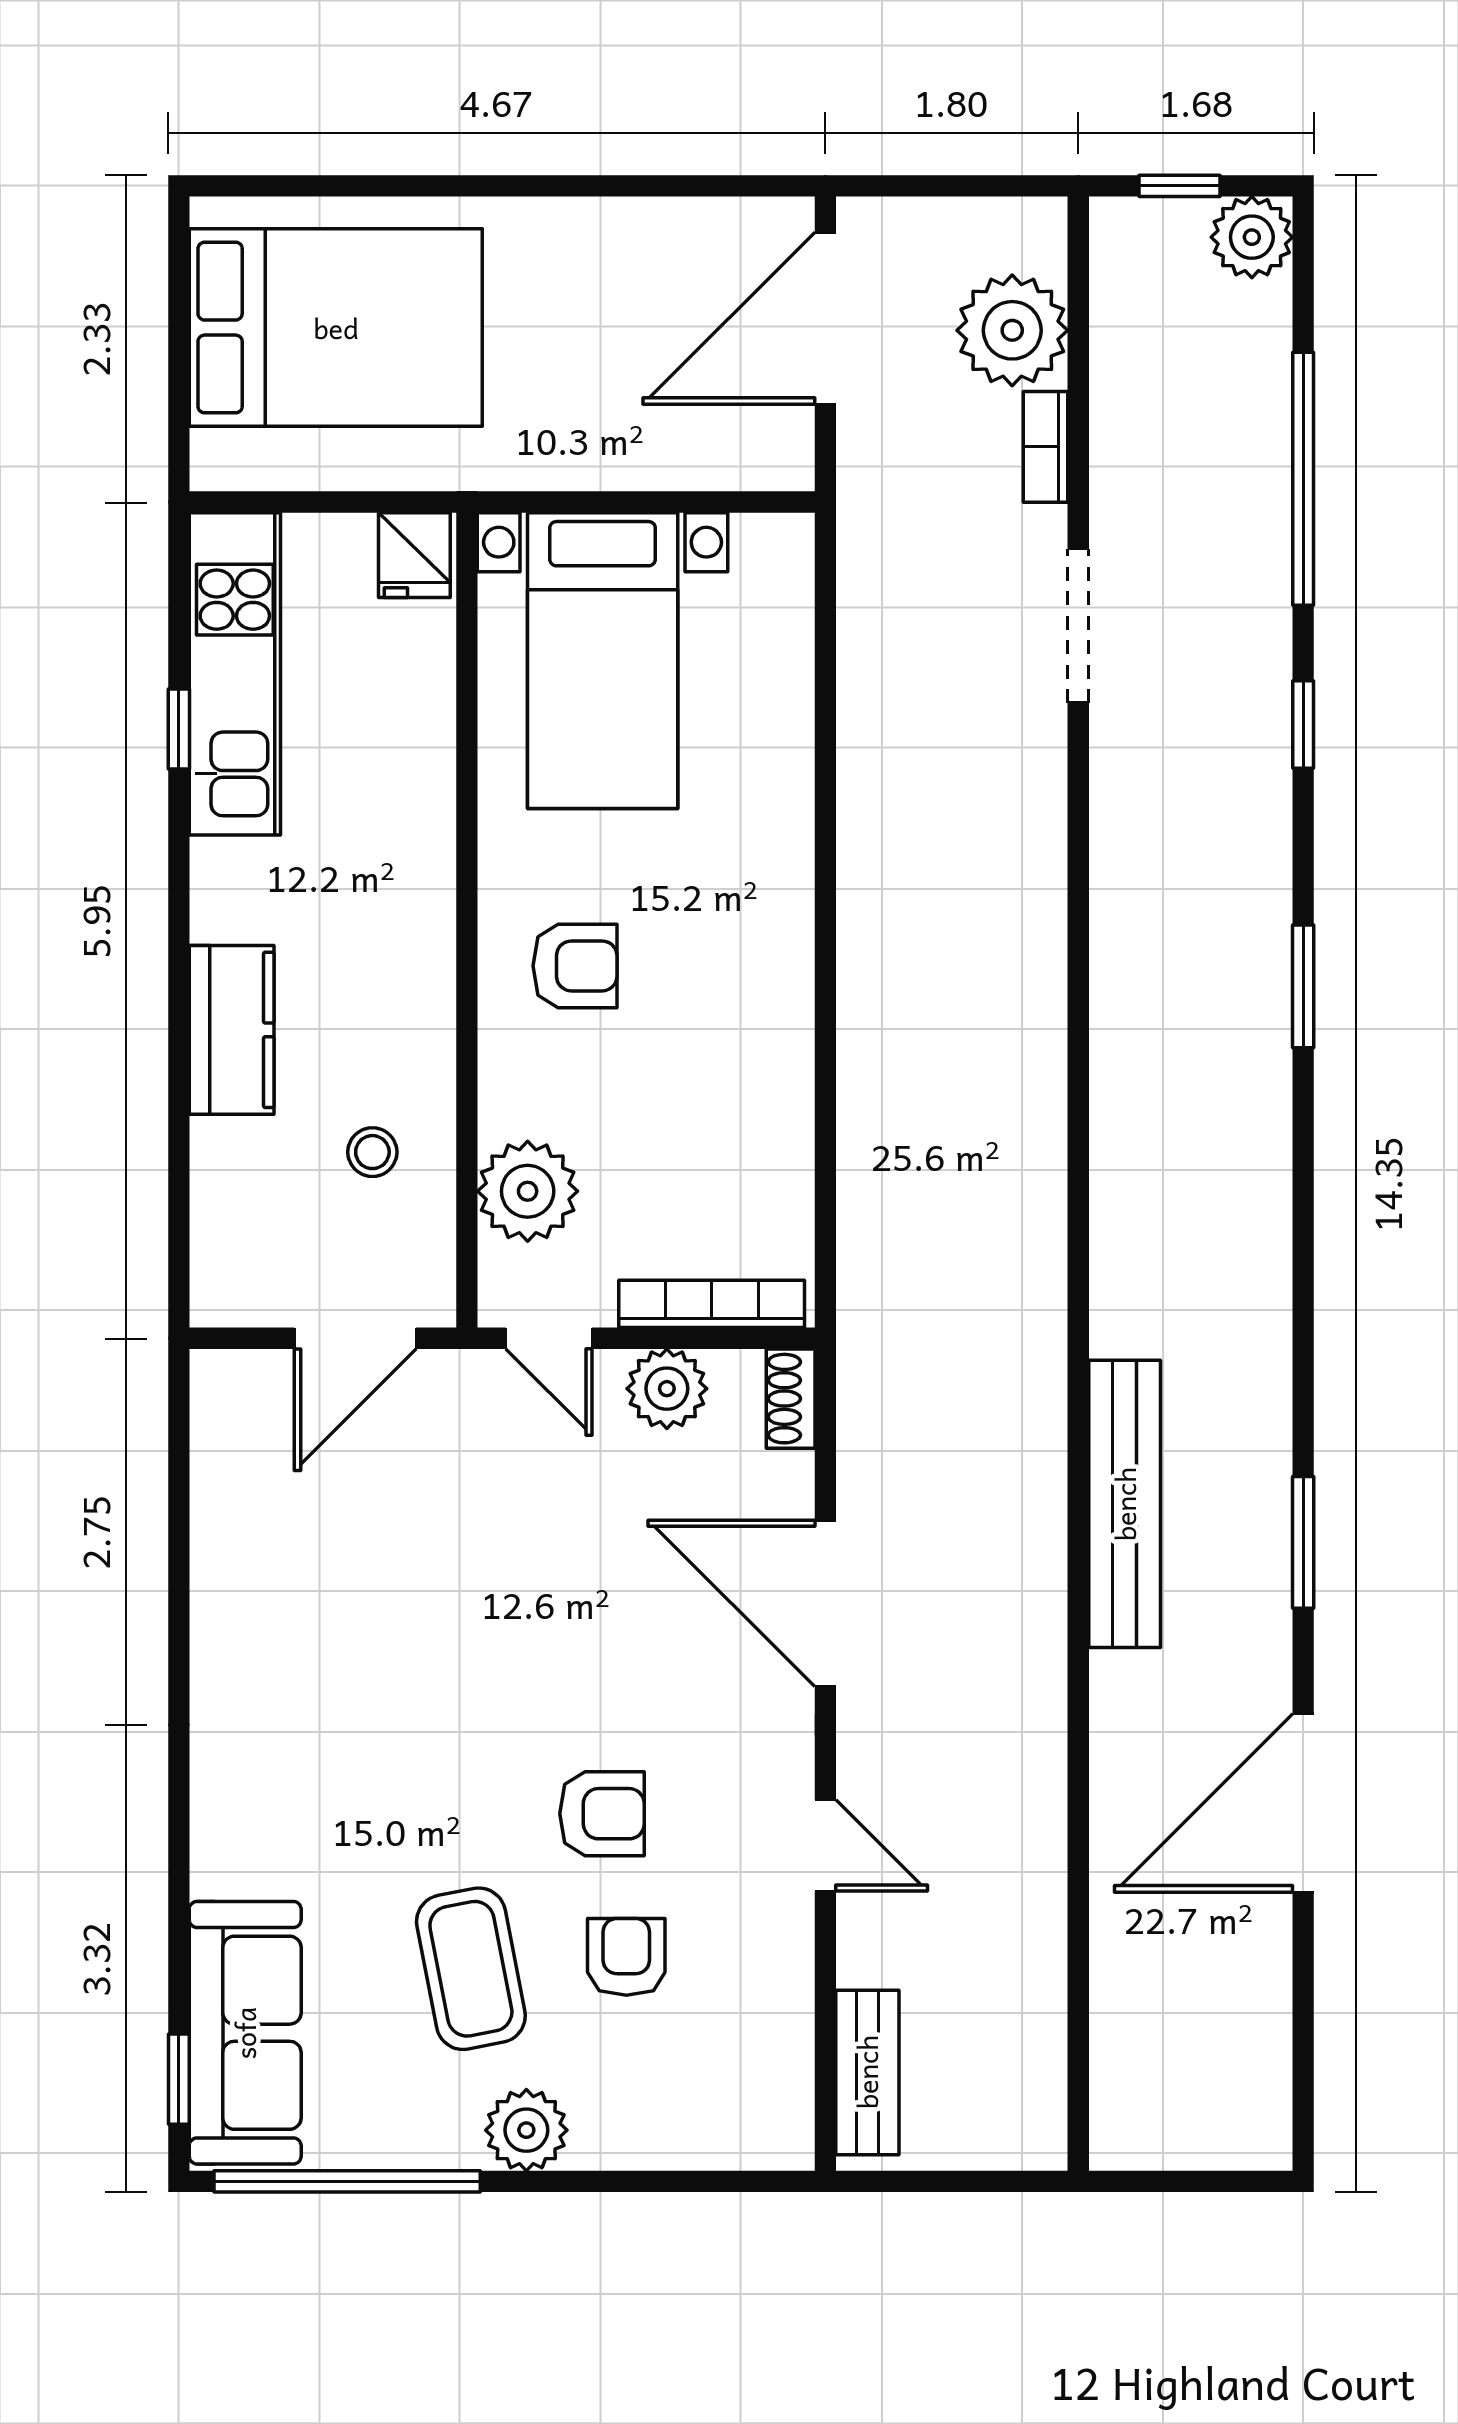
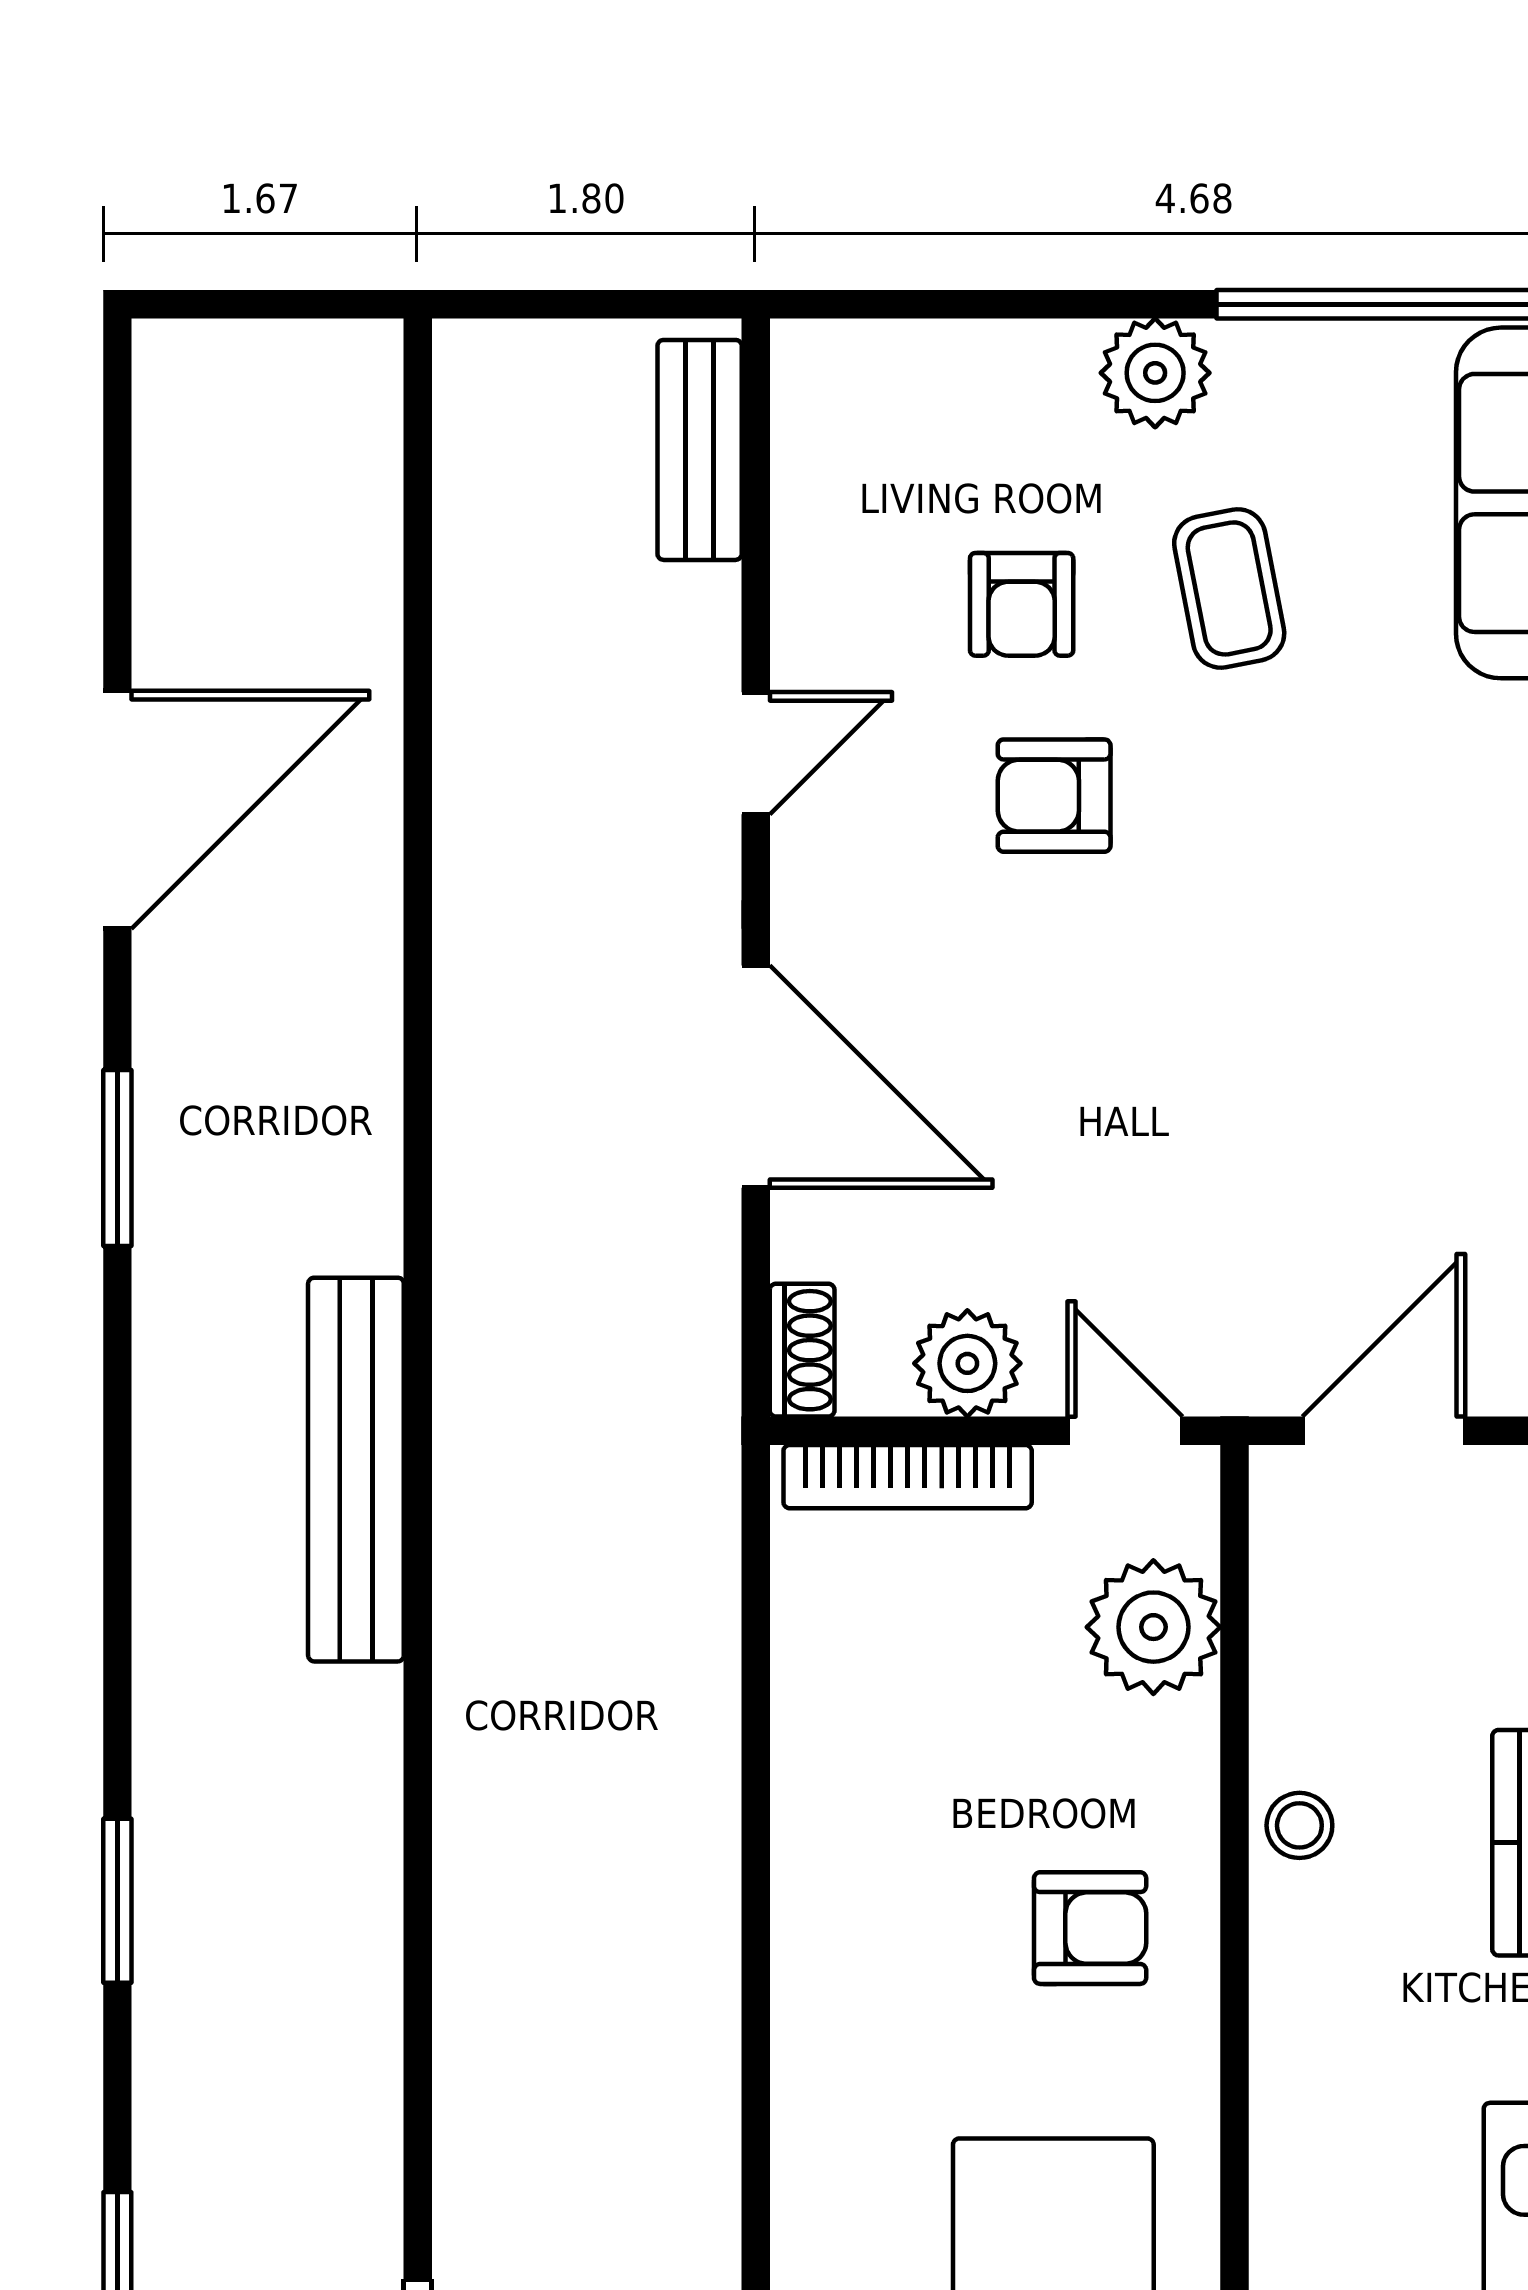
armchair: (575, 966) -> (1090, 1928), turned 180
stool: (372, 1152) -> (1299, 1825), moved
bench: (1125, 1504) -> (356, 1470), moved
door: (825, 1845) -> (756, 753), swing flipped
coffee table: (471, 1969) -> (1229, 588), width x0.73, depth x0.77

